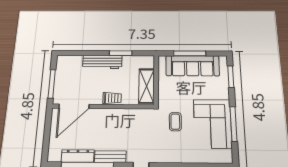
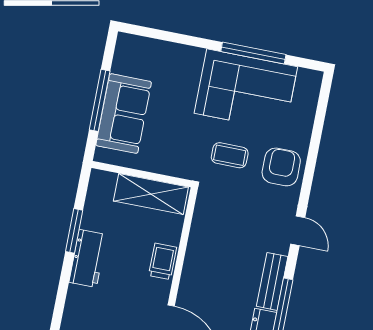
workbench: (102, 62) -> (88, 259), width x0.73
sofa: (193, 66) -> (124, 114), width x0.73
window: (231, 77) -> (162, 35), removed
armchair: (175, 150) -> (281, 167), added

